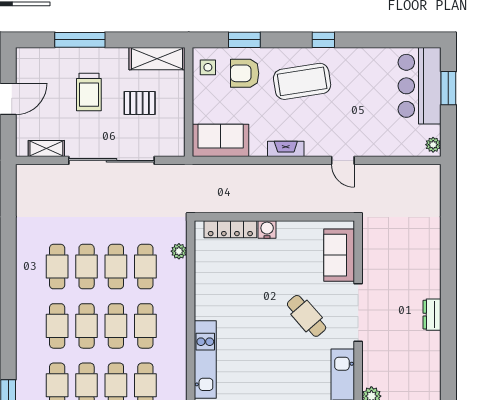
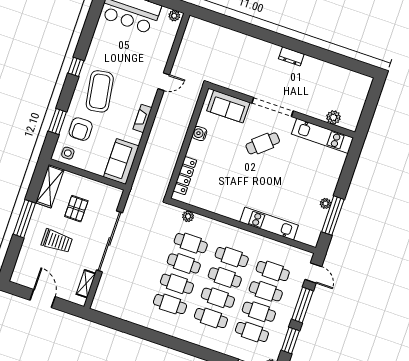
window: (80, 40) -> (24, 219), moved
water cooler: (267, 229) -> (199, 134), moved

